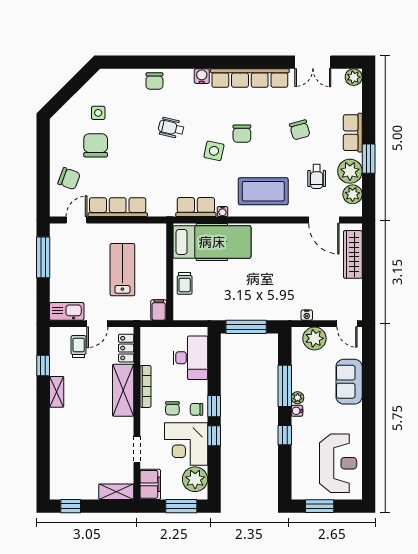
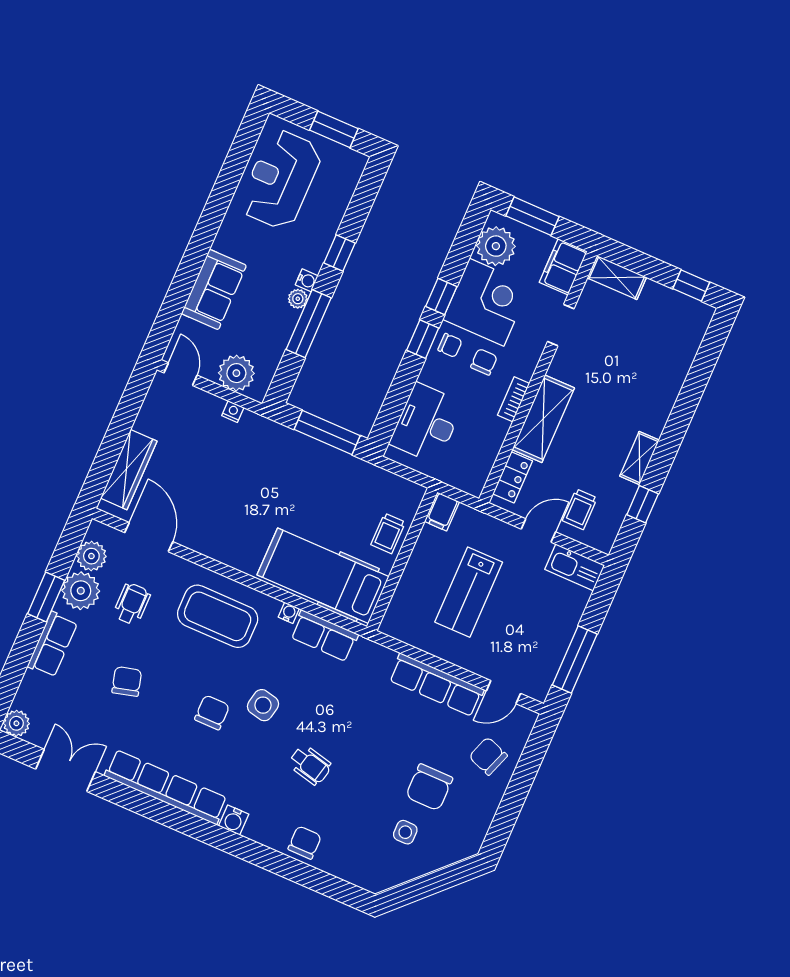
trolley: (185, 283) -> (388, 533), turned 180
bookcase: (146, 386) -> (514, 399), width x0.64

